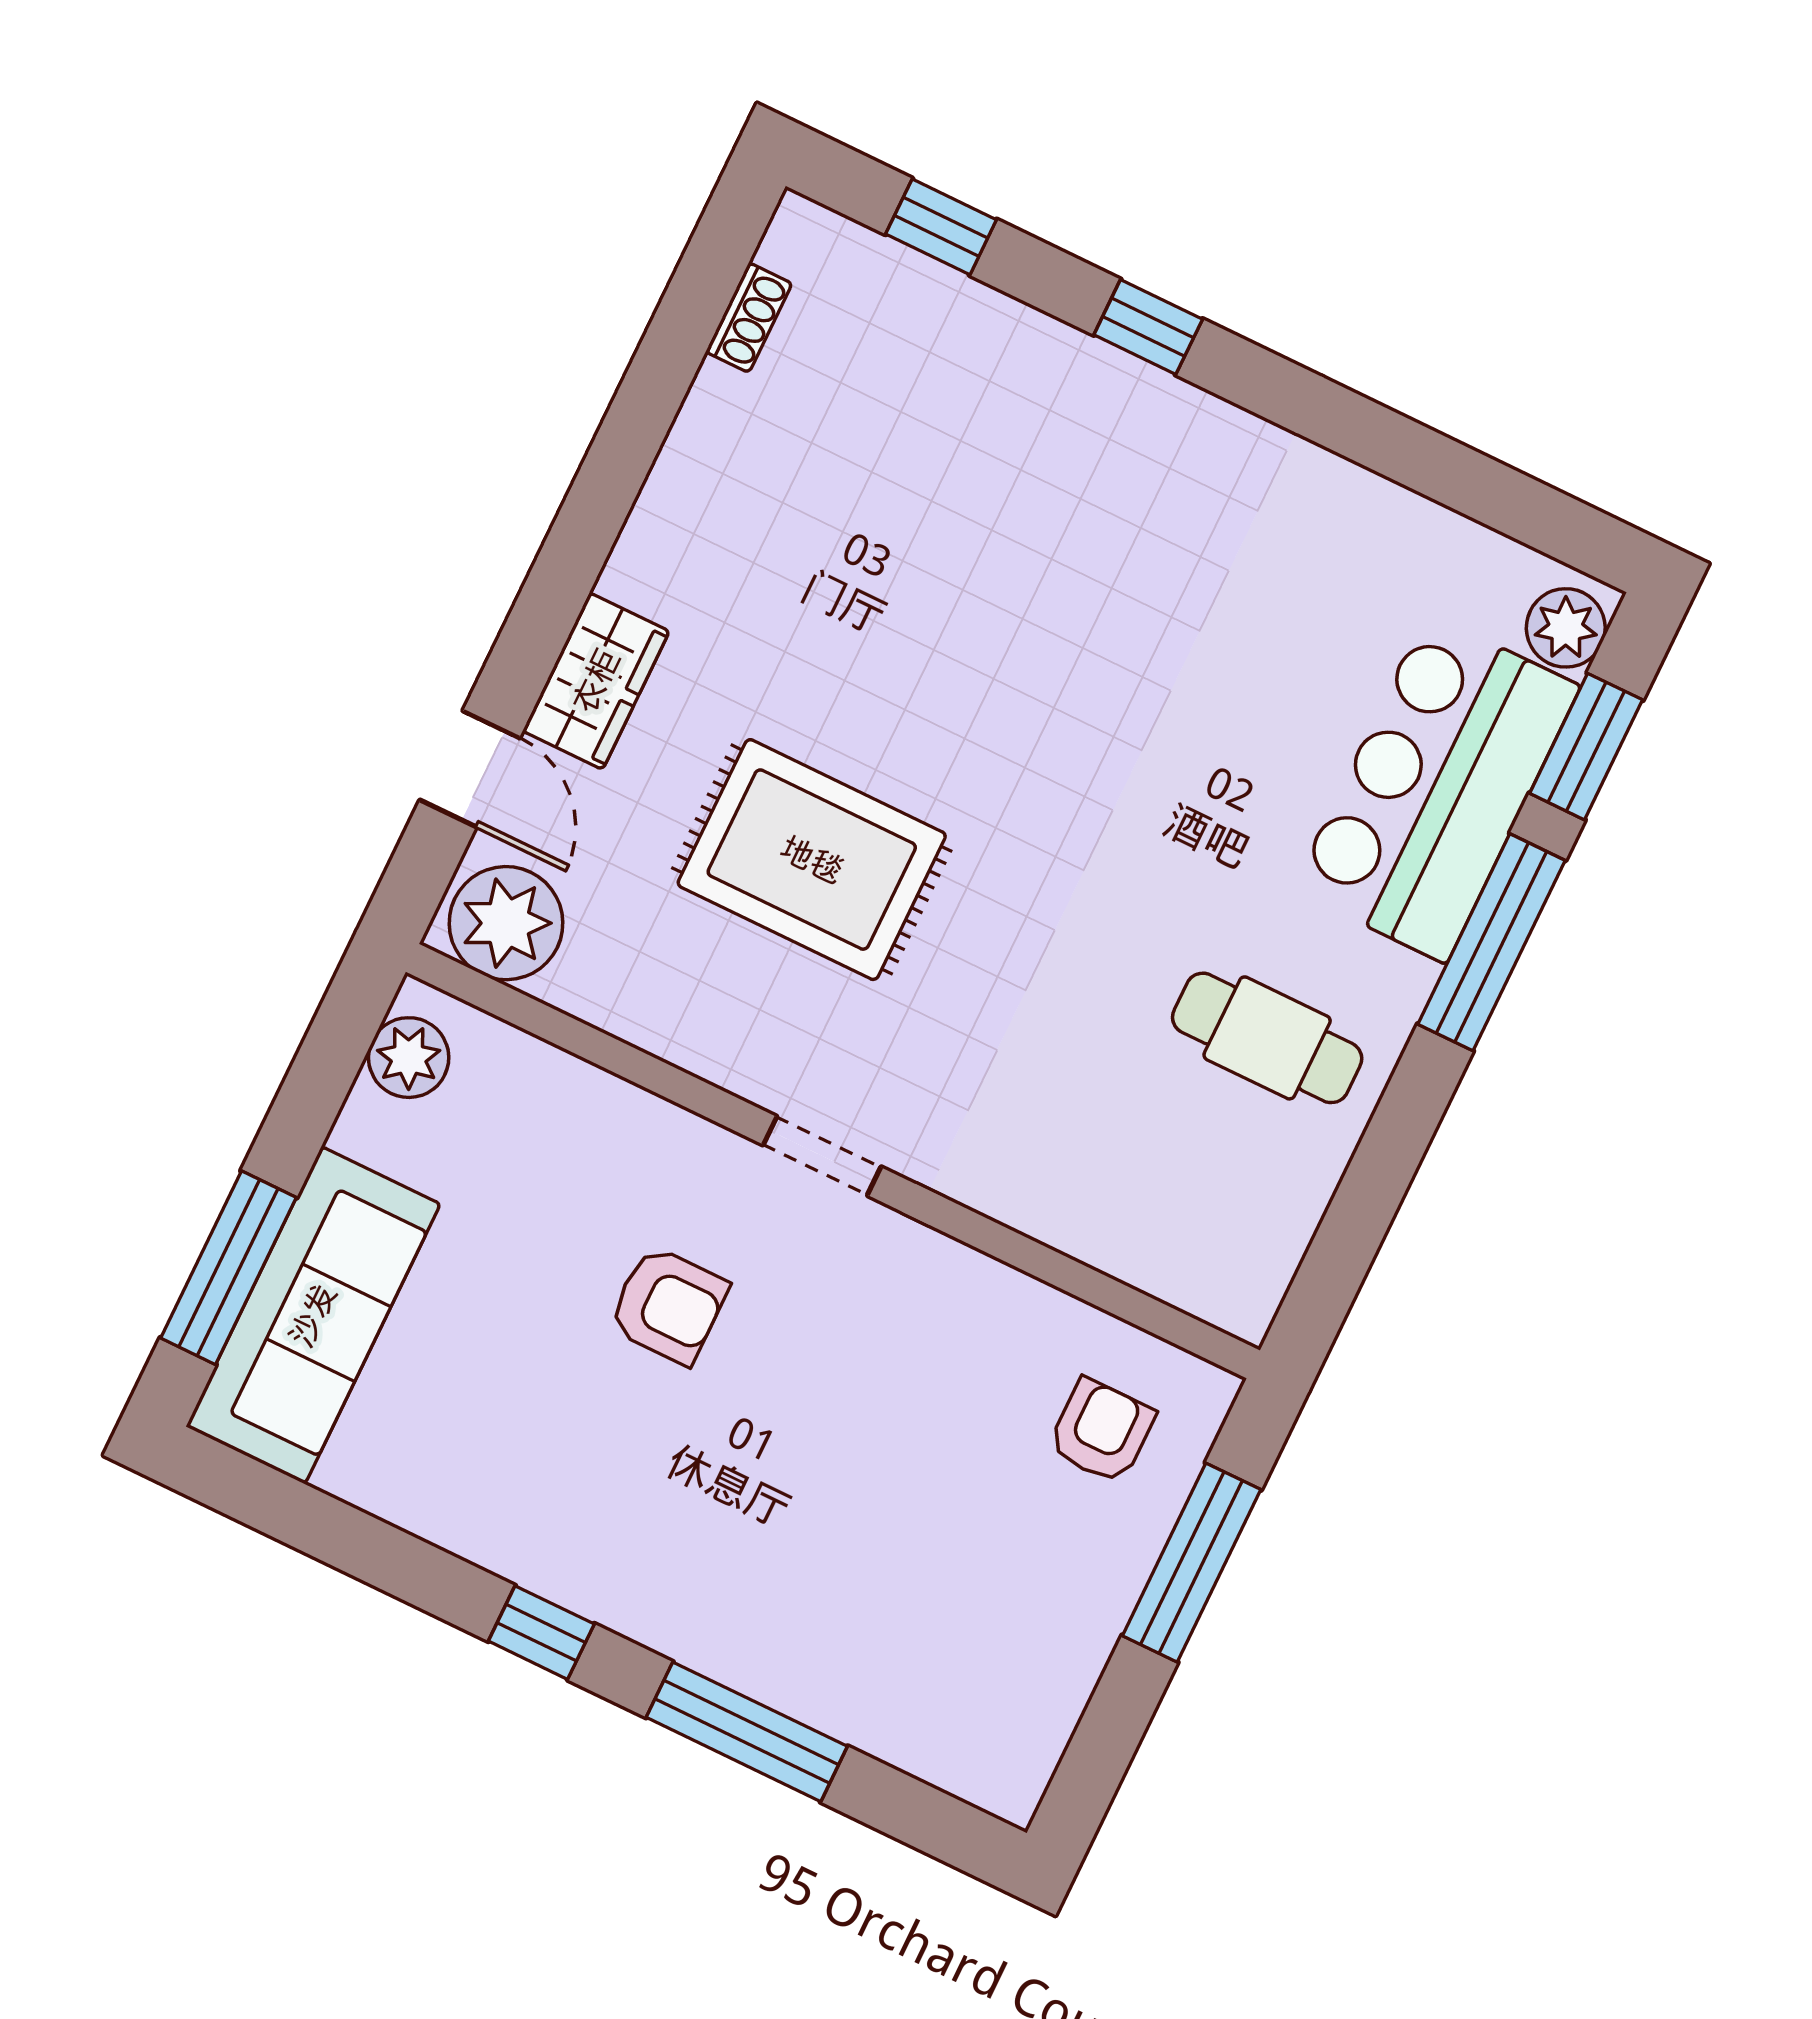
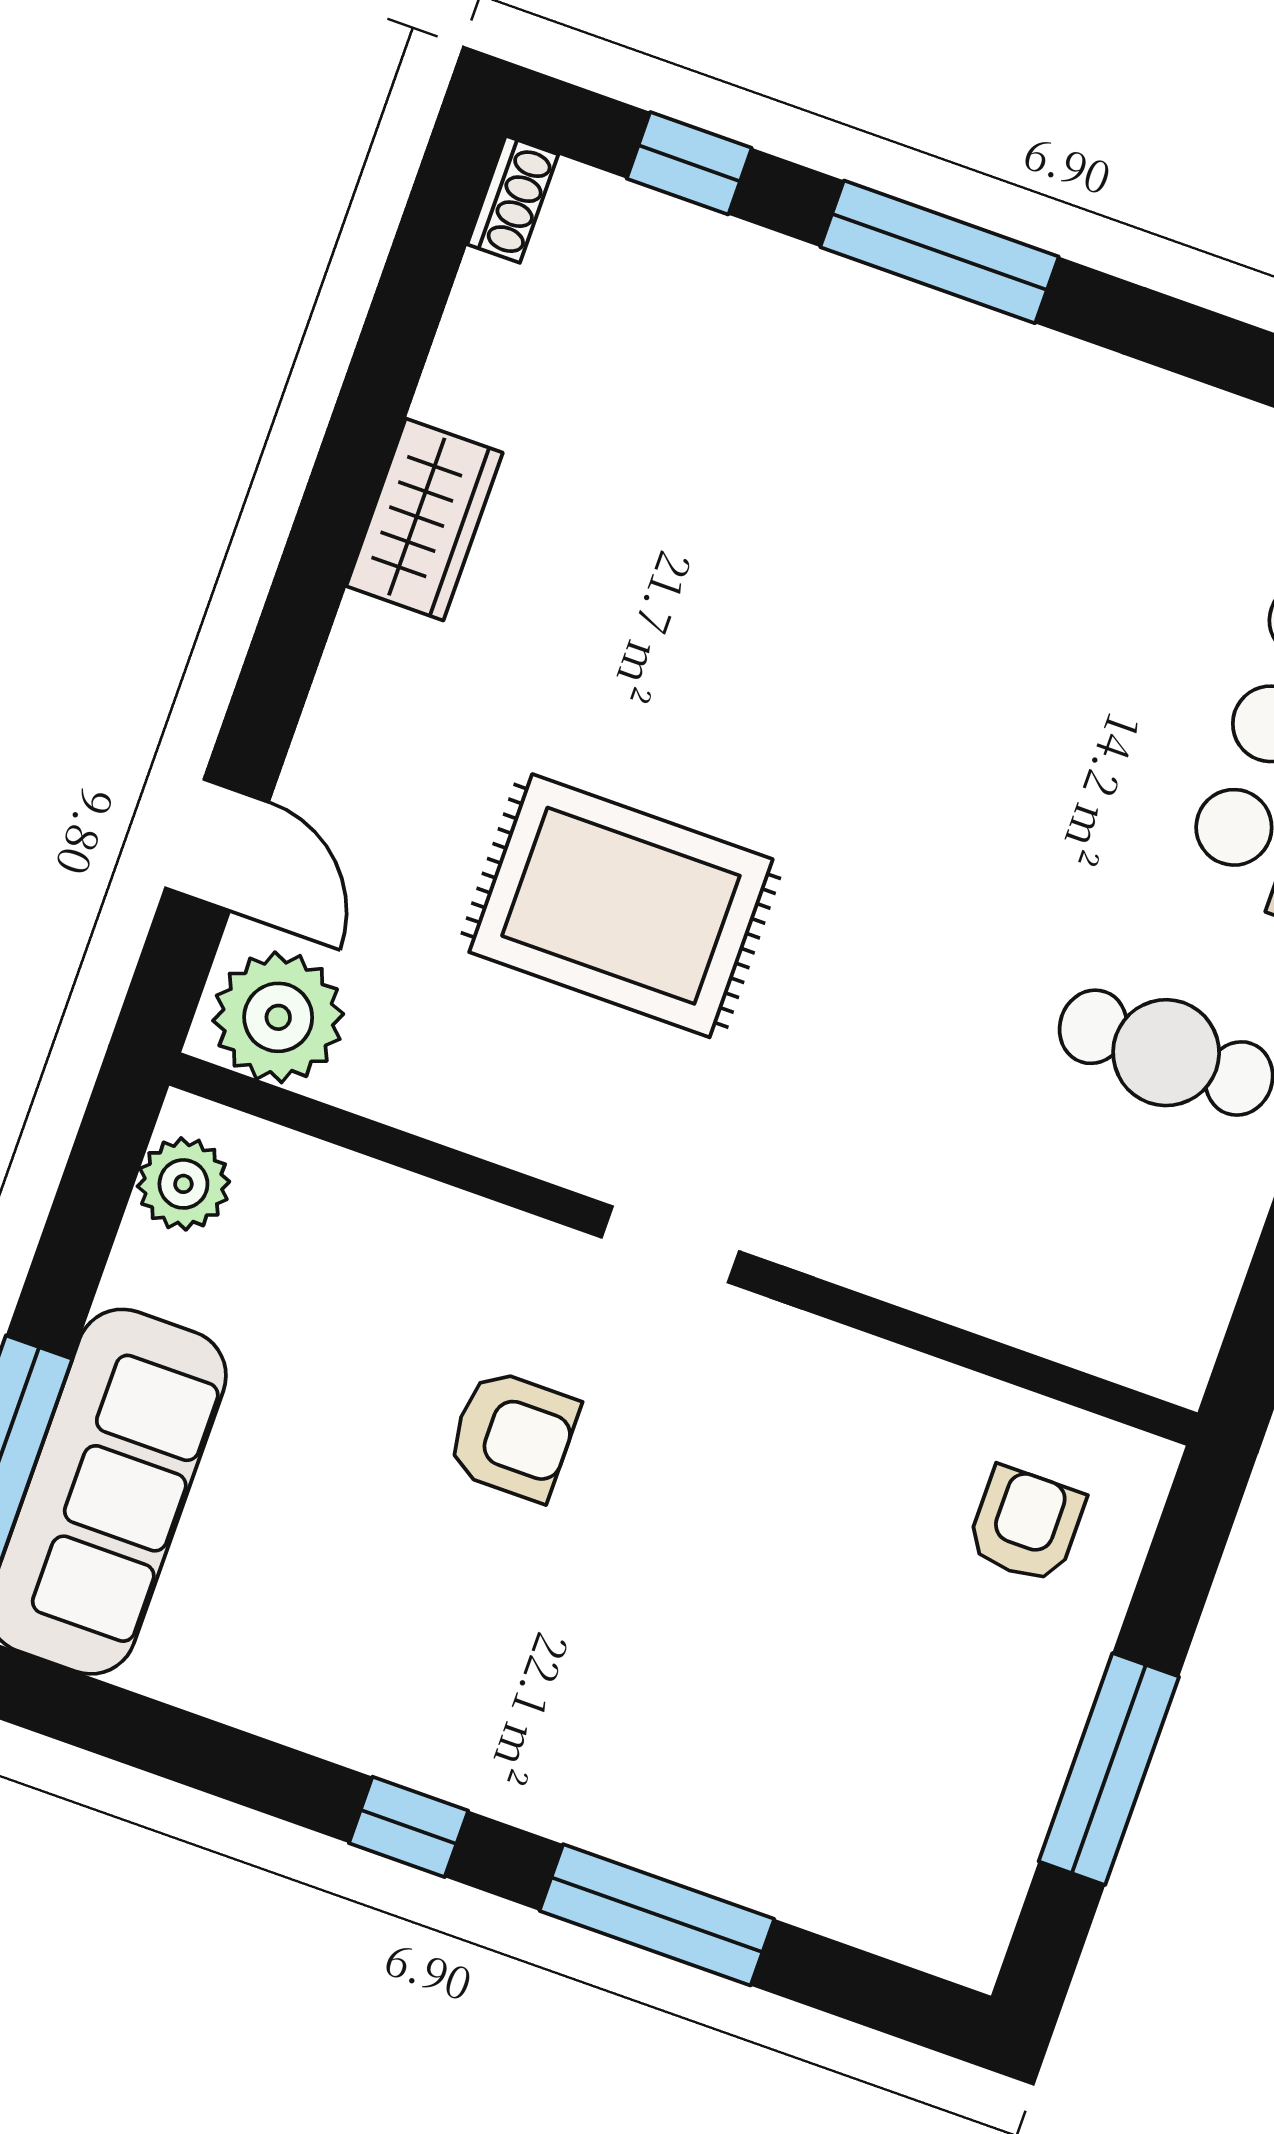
shoe rack: (749, 318) -> (513, 199), moved
window: (1148, 327) -> (940, 252), width x2.17
wardrobe: (596, 681) -> (424, 519), moved
window: (1192, 1563) -> (1109, 1769), moved

